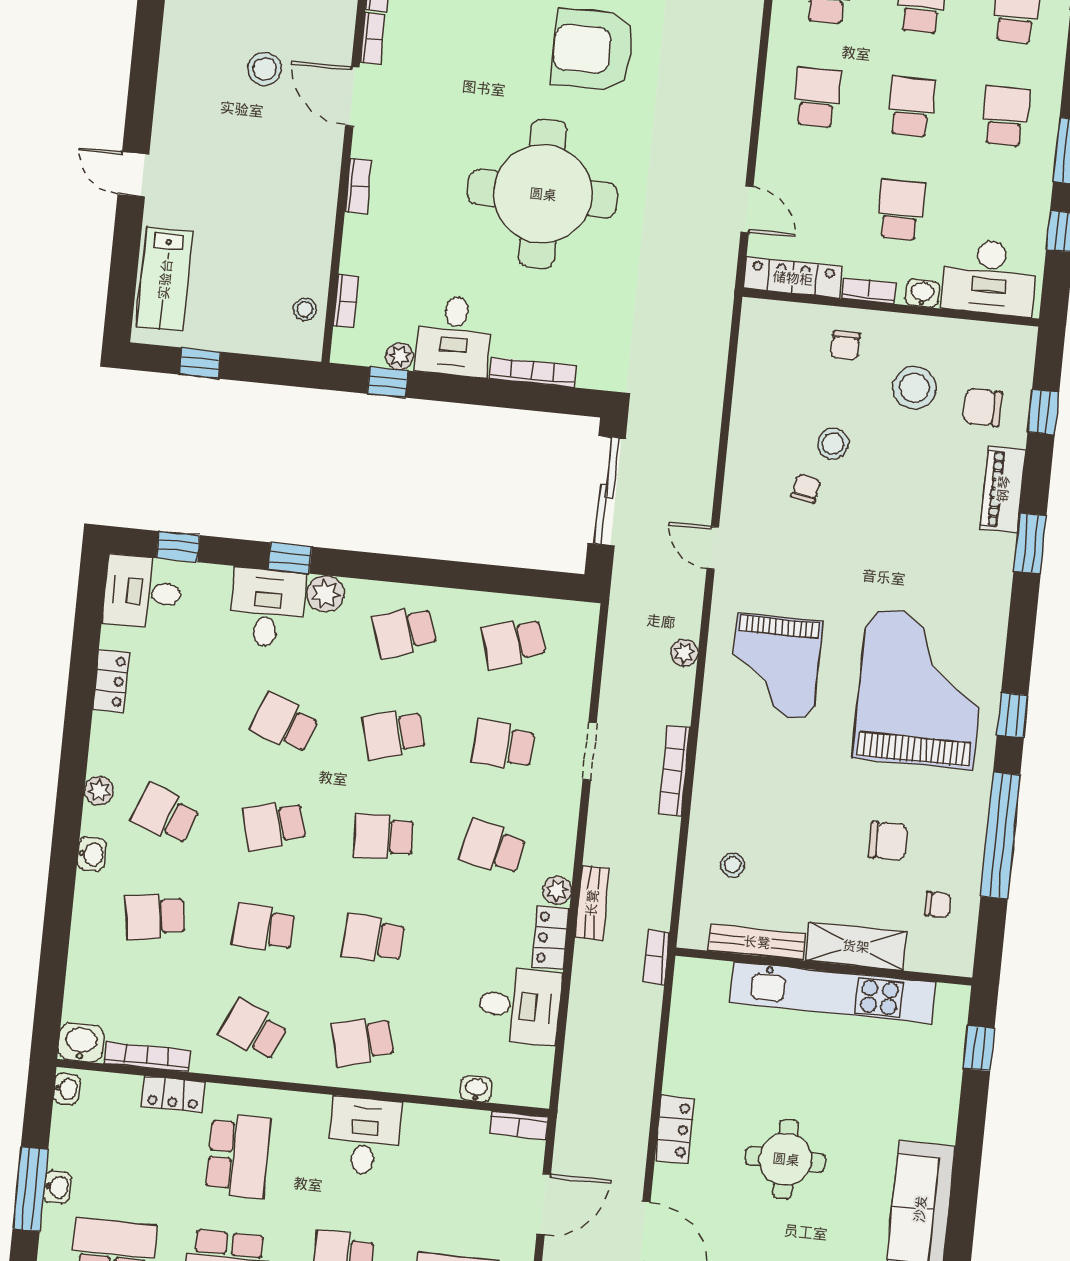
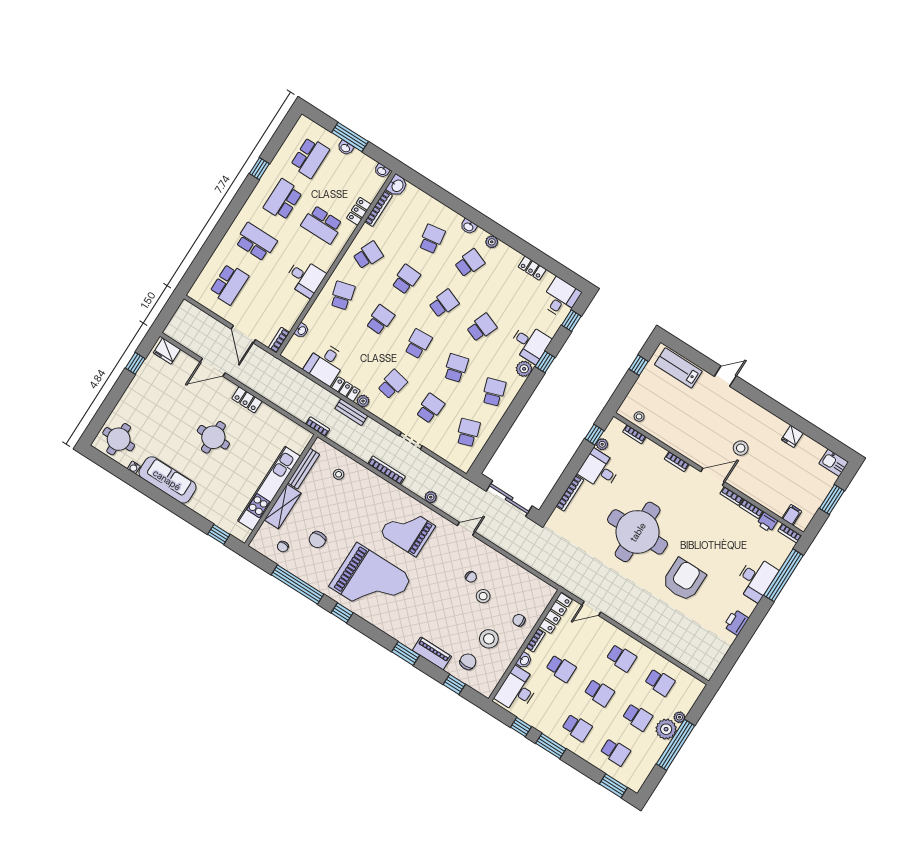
school desk: (274, 825) -> (444, 303), turned 36

